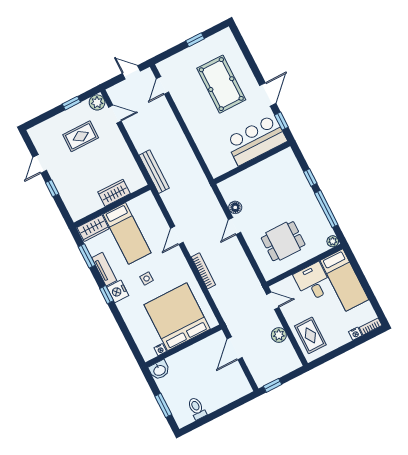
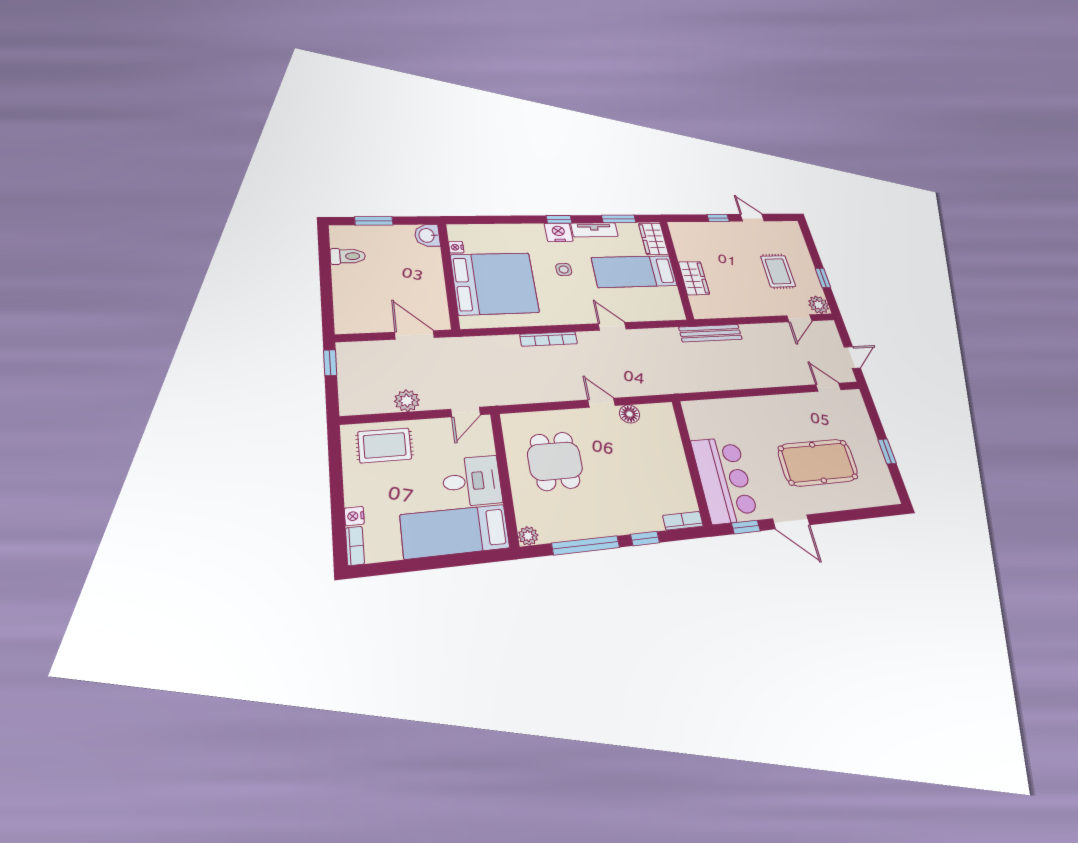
bookcase: (291, 159) -> (683, 521), added

